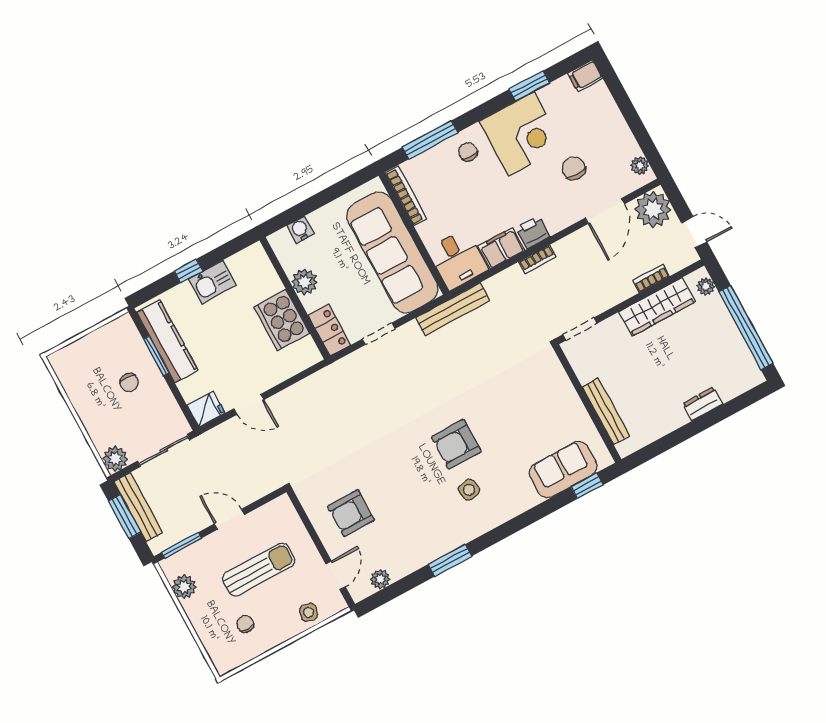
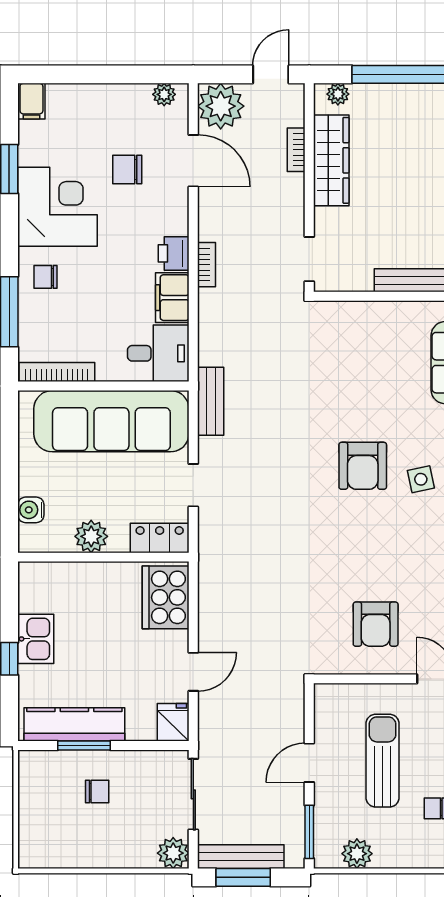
bench: (452, 309) -> (211, 401), width x0.73
cooker: (282, 320) -> (166, 597), moved, turned 90

